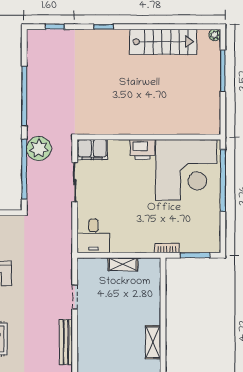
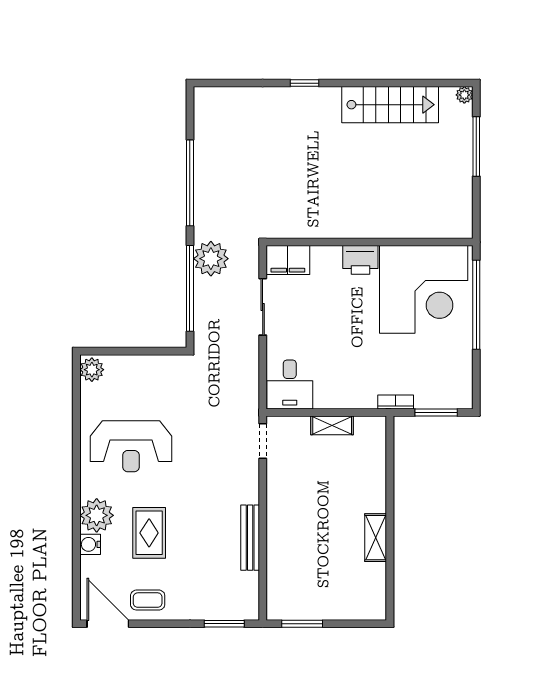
window: (55, 27) -> (234, 83), removed
doorway: (75, 297) -> (263, 441), moved

